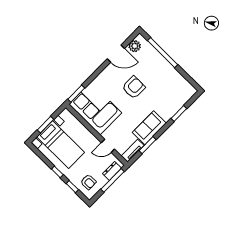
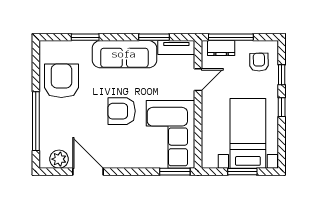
armchair: (170, 83) -> (61, 81), added
armchair: (134, 87) -> (122, 111), moved
sofa: (149, 128) -> (124, 54), width x1.36
door: (108, 146) -> (198, 80), hinge flipped

